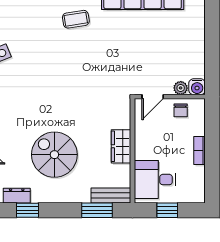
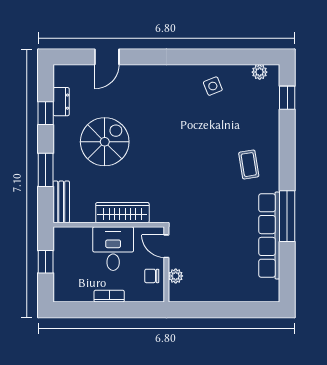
water cooler: (197, 87) -> (177, 293), removed
wardrobe: (121, 146) -> (122, 213), width x1.50
desk: (155, 180) -> (113, 249), moved
window: (97, 210) -> (46, 170), moved

